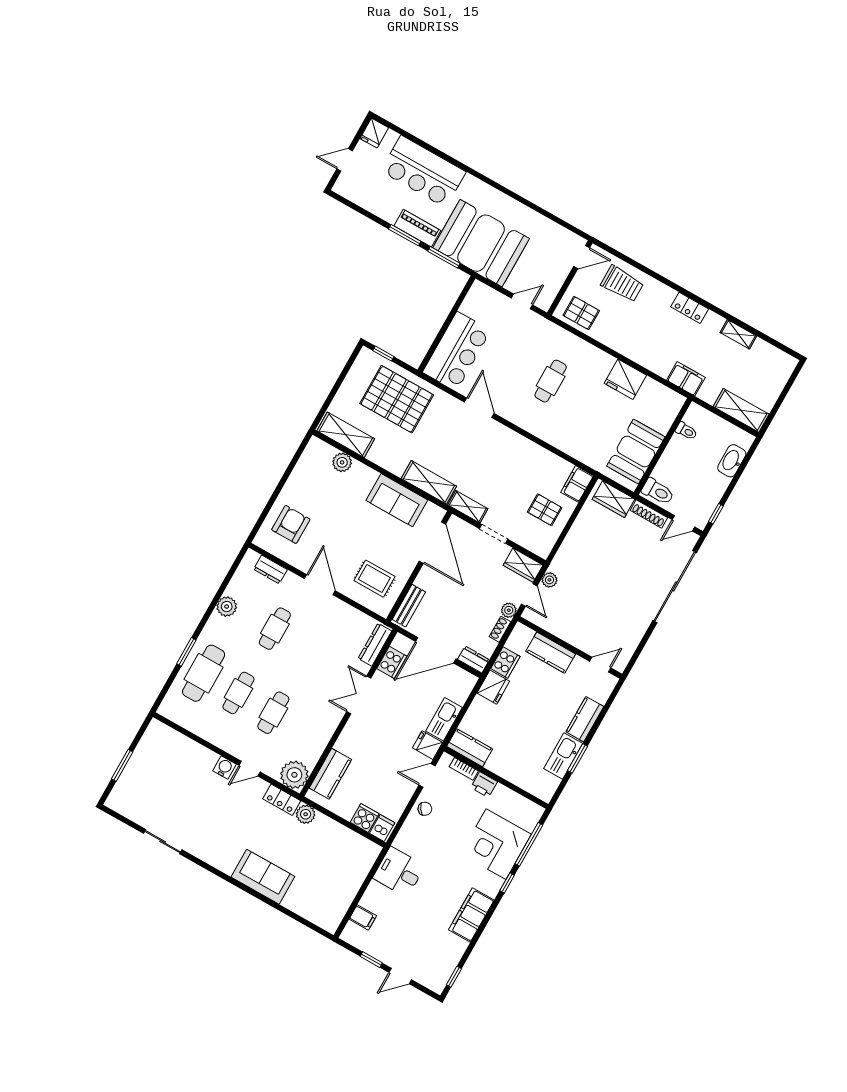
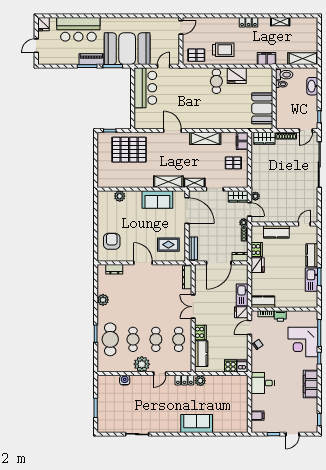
trolley: (622, 284) -> (223, 50), moved
bar counter: (457, 351) -> (145, 88), moved
cafe table: (551, 381) -> (216, 81), moved
shelving: (346, 435) -> (205, 138), moved
toilet: (658, 492) -> (284, 75), moved
cafe table: (275, 629) -> (179, 339), moved
cooker: (392, 662) -> (200, 332), moved
water cooler: (224, 767) -> (125, 380), moved
plant: (294, 775) -> (142, 364), moved

